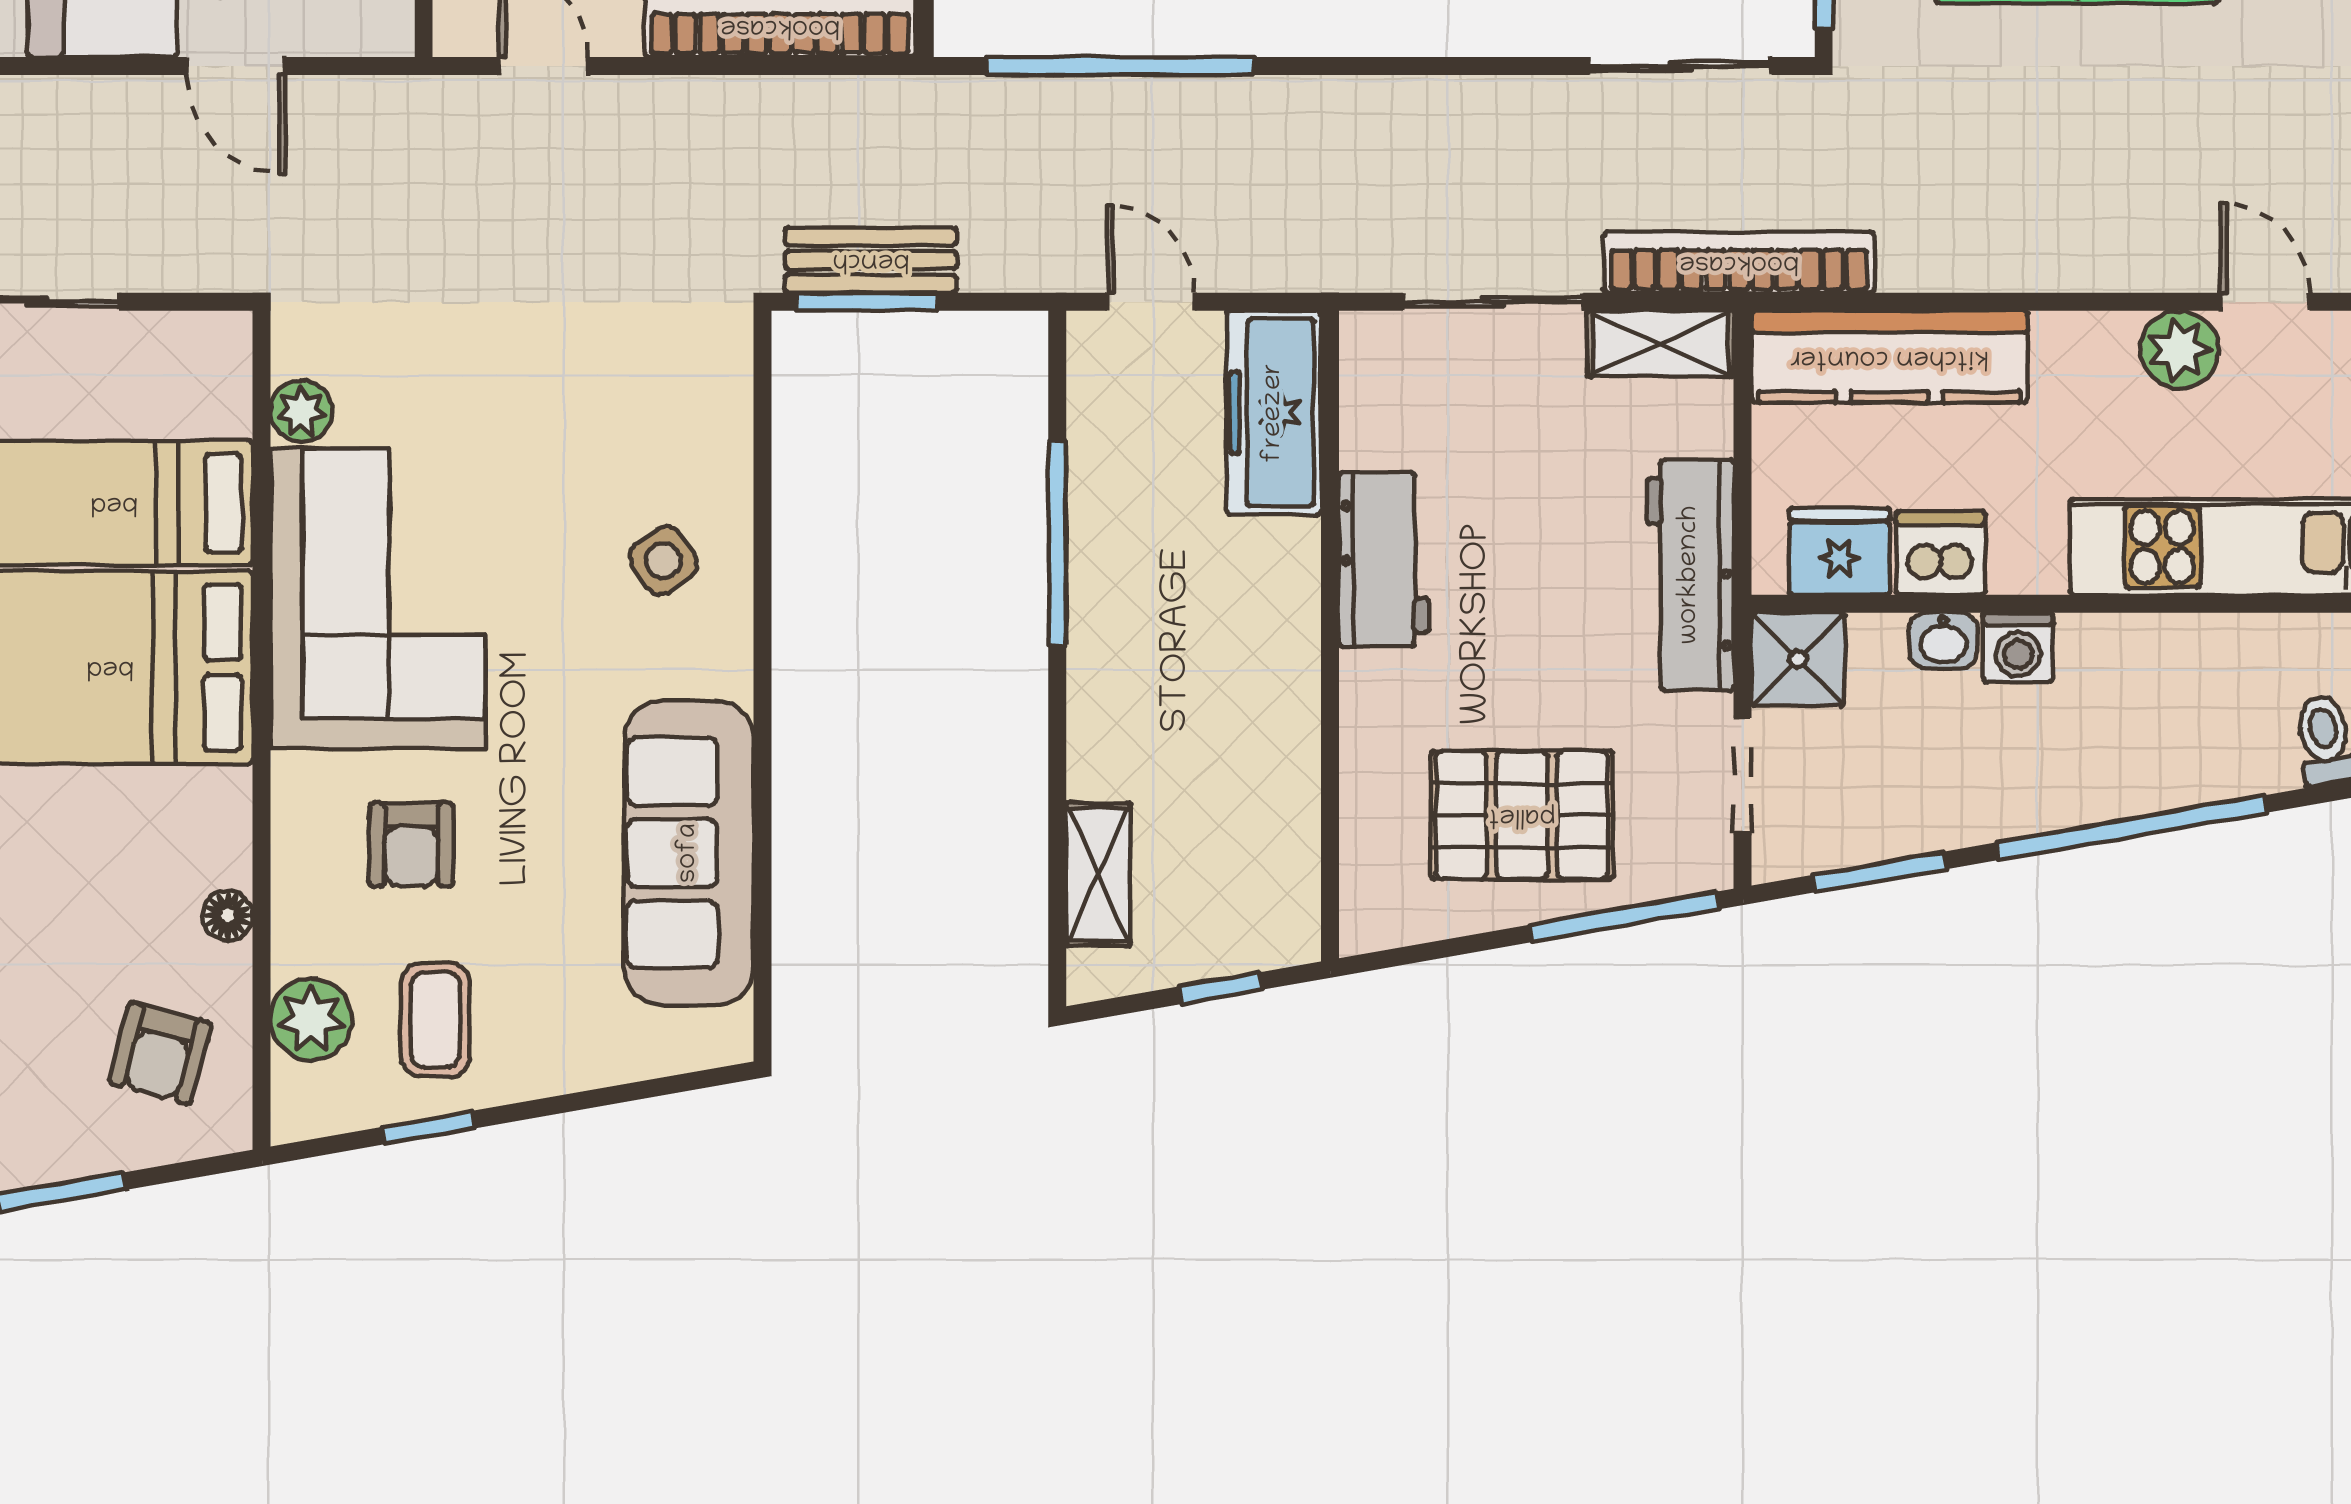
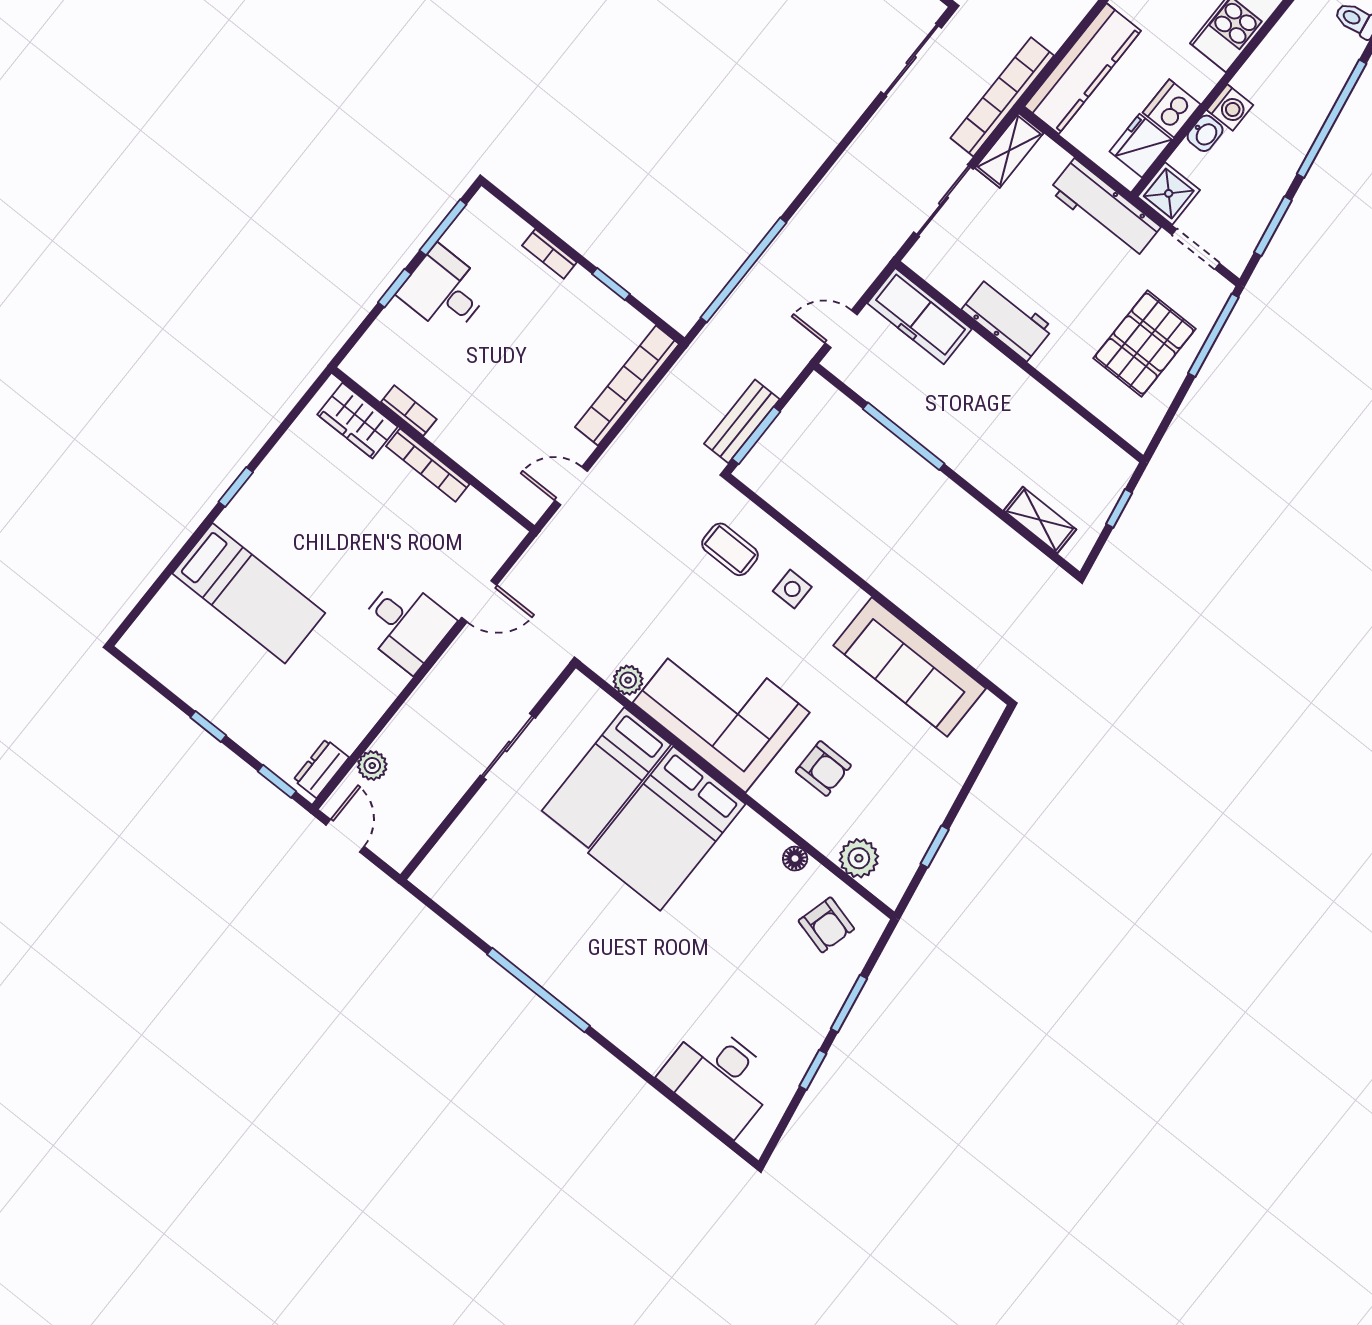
side table: (663, 560) -> (792, 589), turned 35
coffee table: (435, 1020) -> (730, 549), moved

